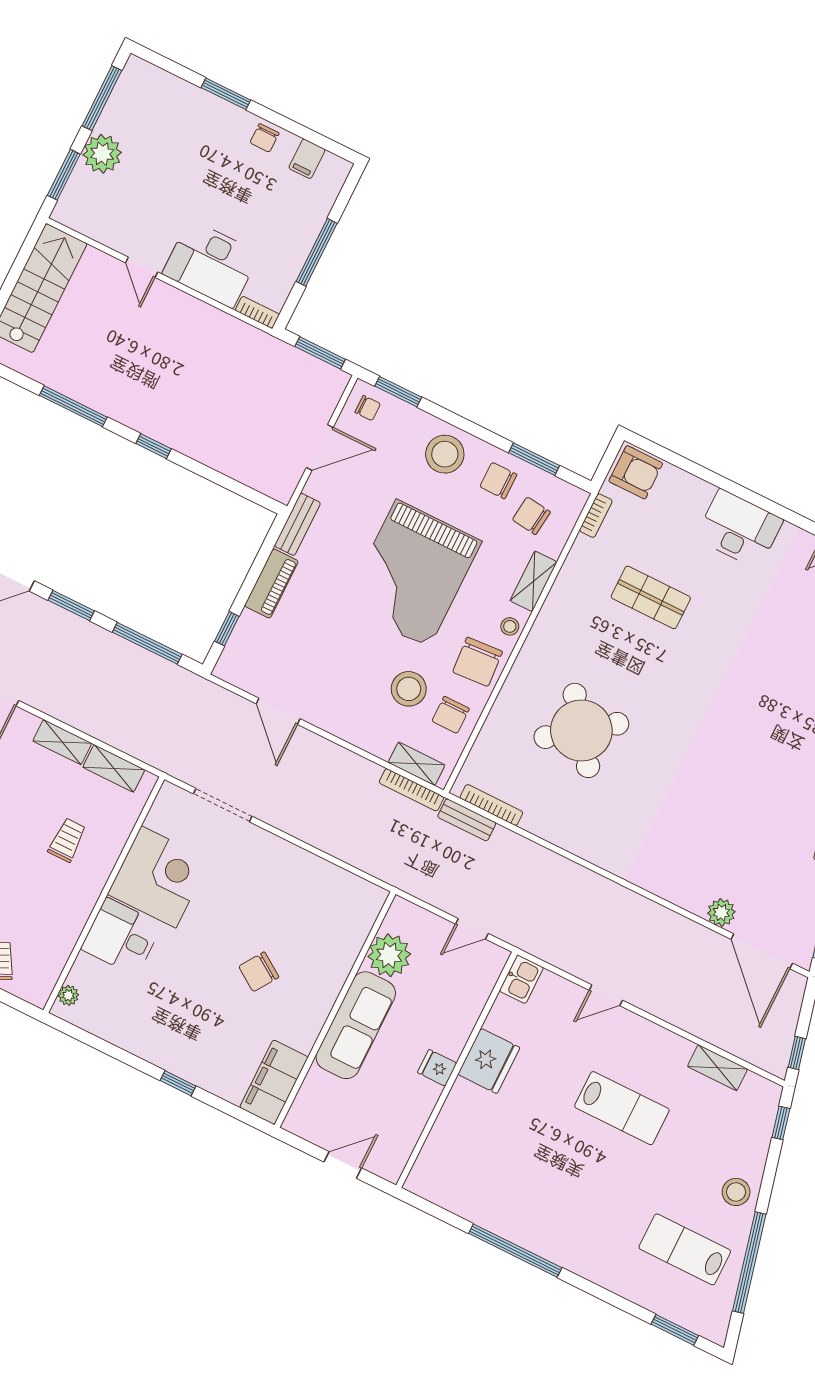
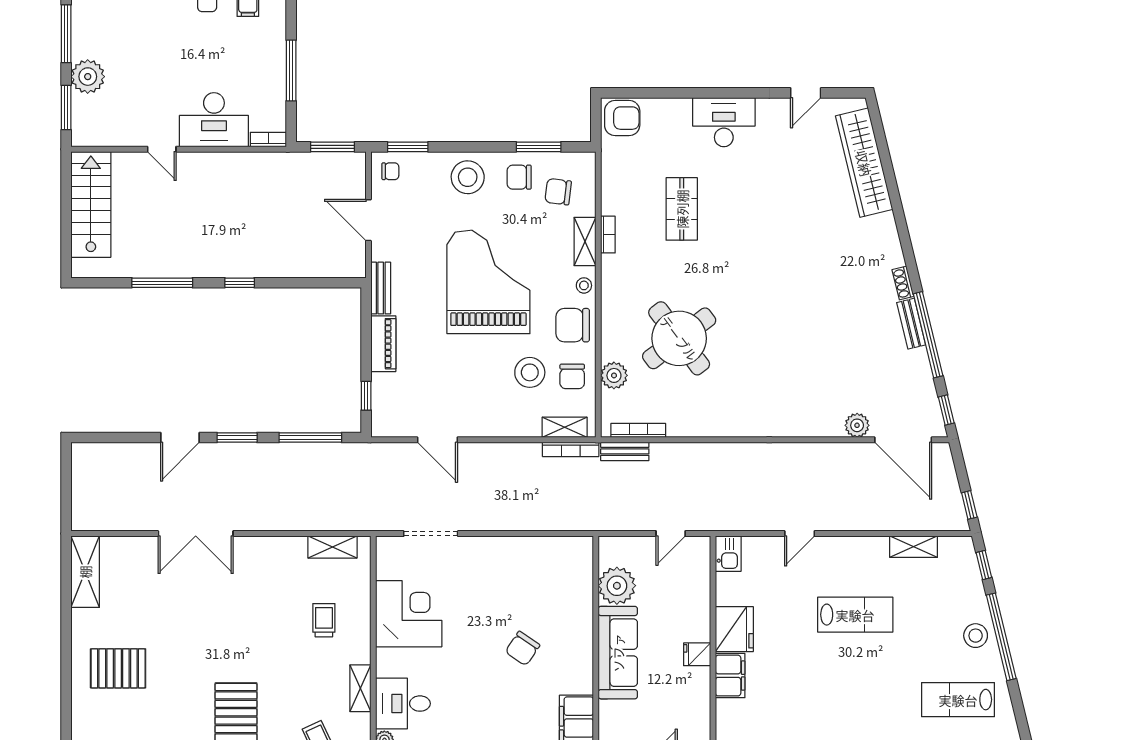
door: (320, 448) -> (369, 220), swing flipped
bookcase: (596, 516) -> (608, 235), moved
grand piano: (412, 573) -> (488, 282), turned 180
shop shelf: (651, 597) -> (682, 209), turned 90
chair: (478, 662) -> (573, 325), turned 94
plant: (495, 735) -> (614, 375), added
shelving: (62, 742) -> (360, 688), moved, turned 90
desk: (121, 937) -> (403, 704), moved
filing cabinet: (460, 1107) -> (730, 676), added
window: (749, 1263) -> (1001, 637), moved

